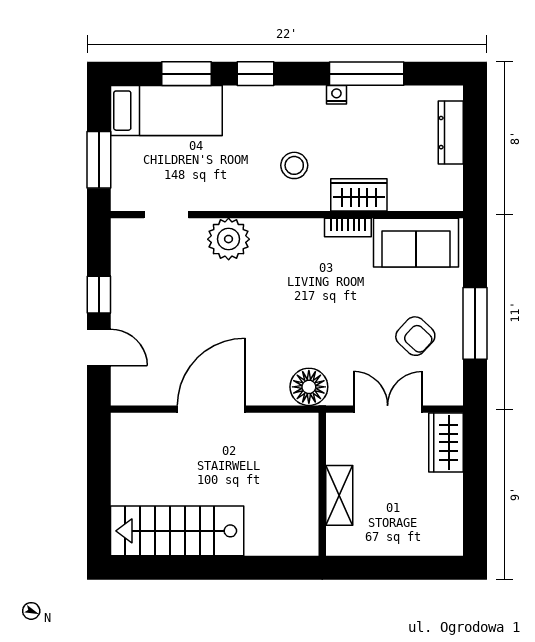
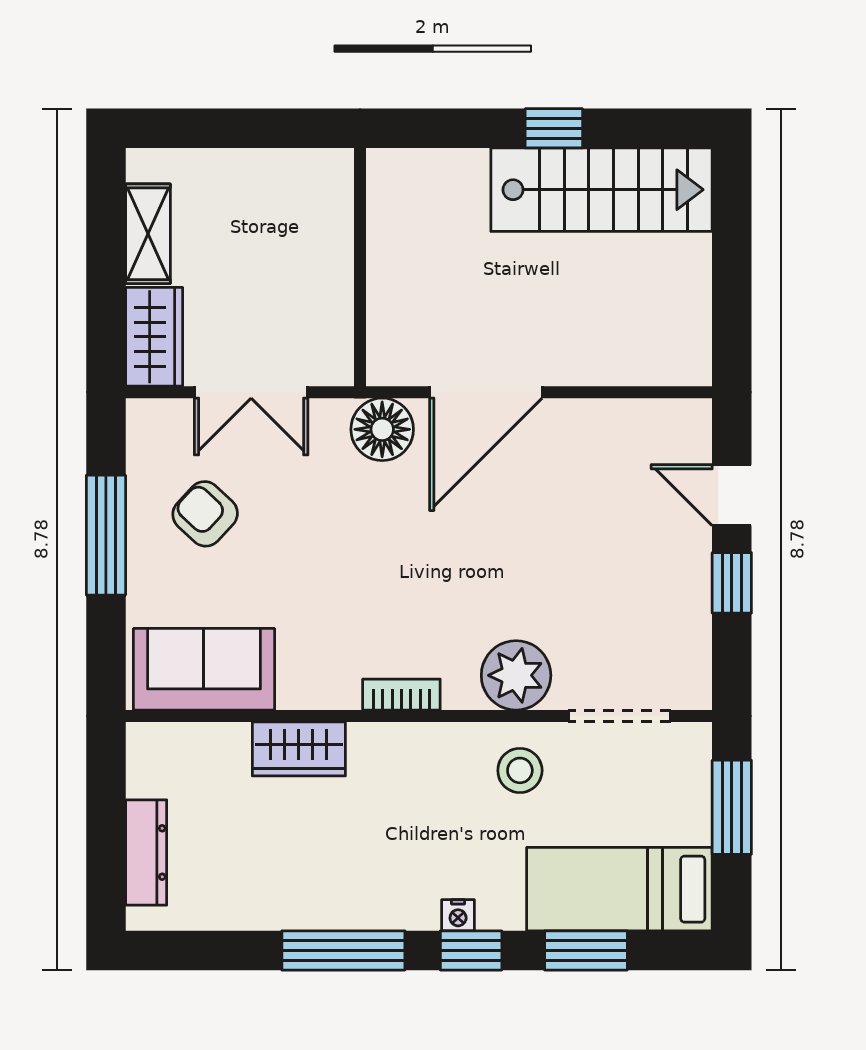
window: (367, 74) -> (343, 950), moved
nightstand: (336, 95) -> (458, 915), moved
stool: (294, 165) -> (520, 770), moved
doorway: (166, 215) -> (620, 716), width x1.38
bookcase: (348, 227) -> (401, 695), moved
door: (211, 409) -> (486, 392), moved
shelving: (339, 495) -> (148, 234), moved
window: (206, 568) -> (554, 128), added

